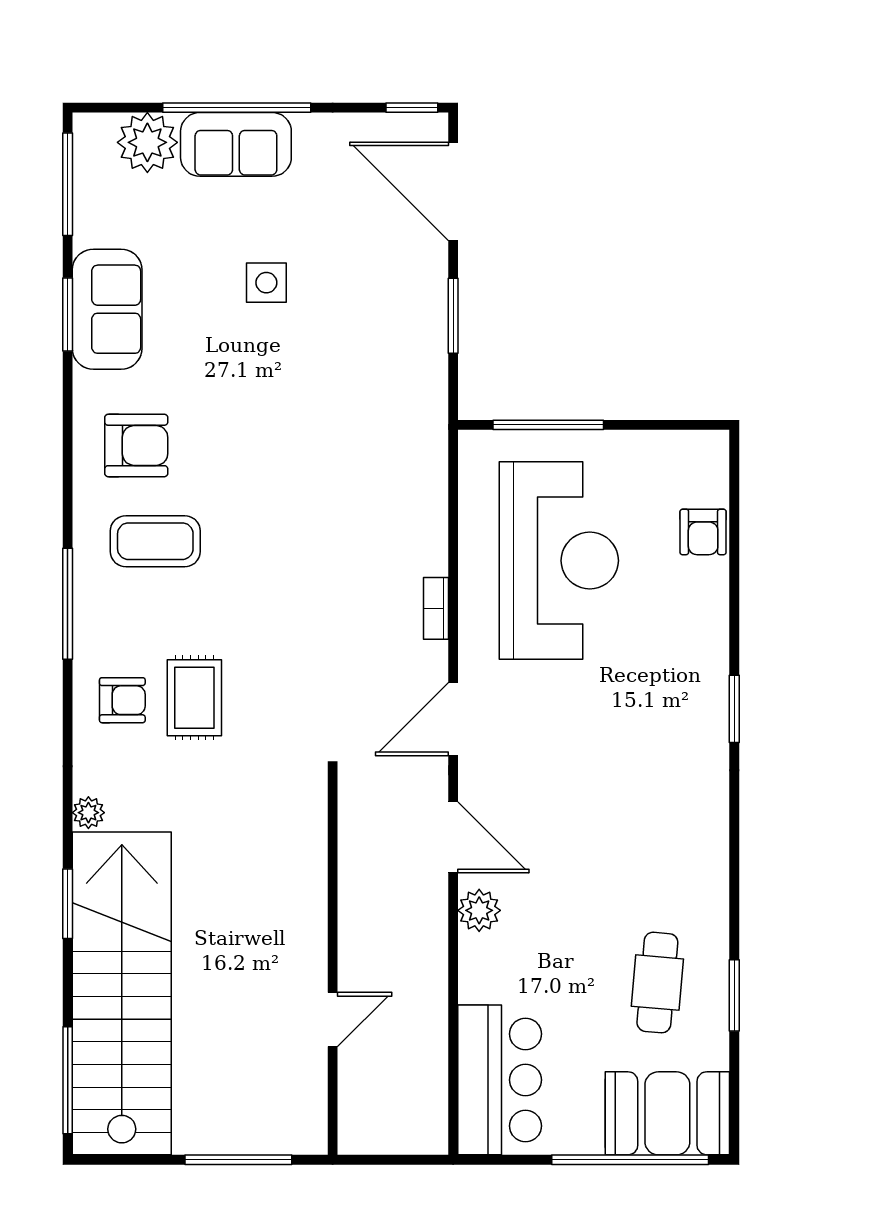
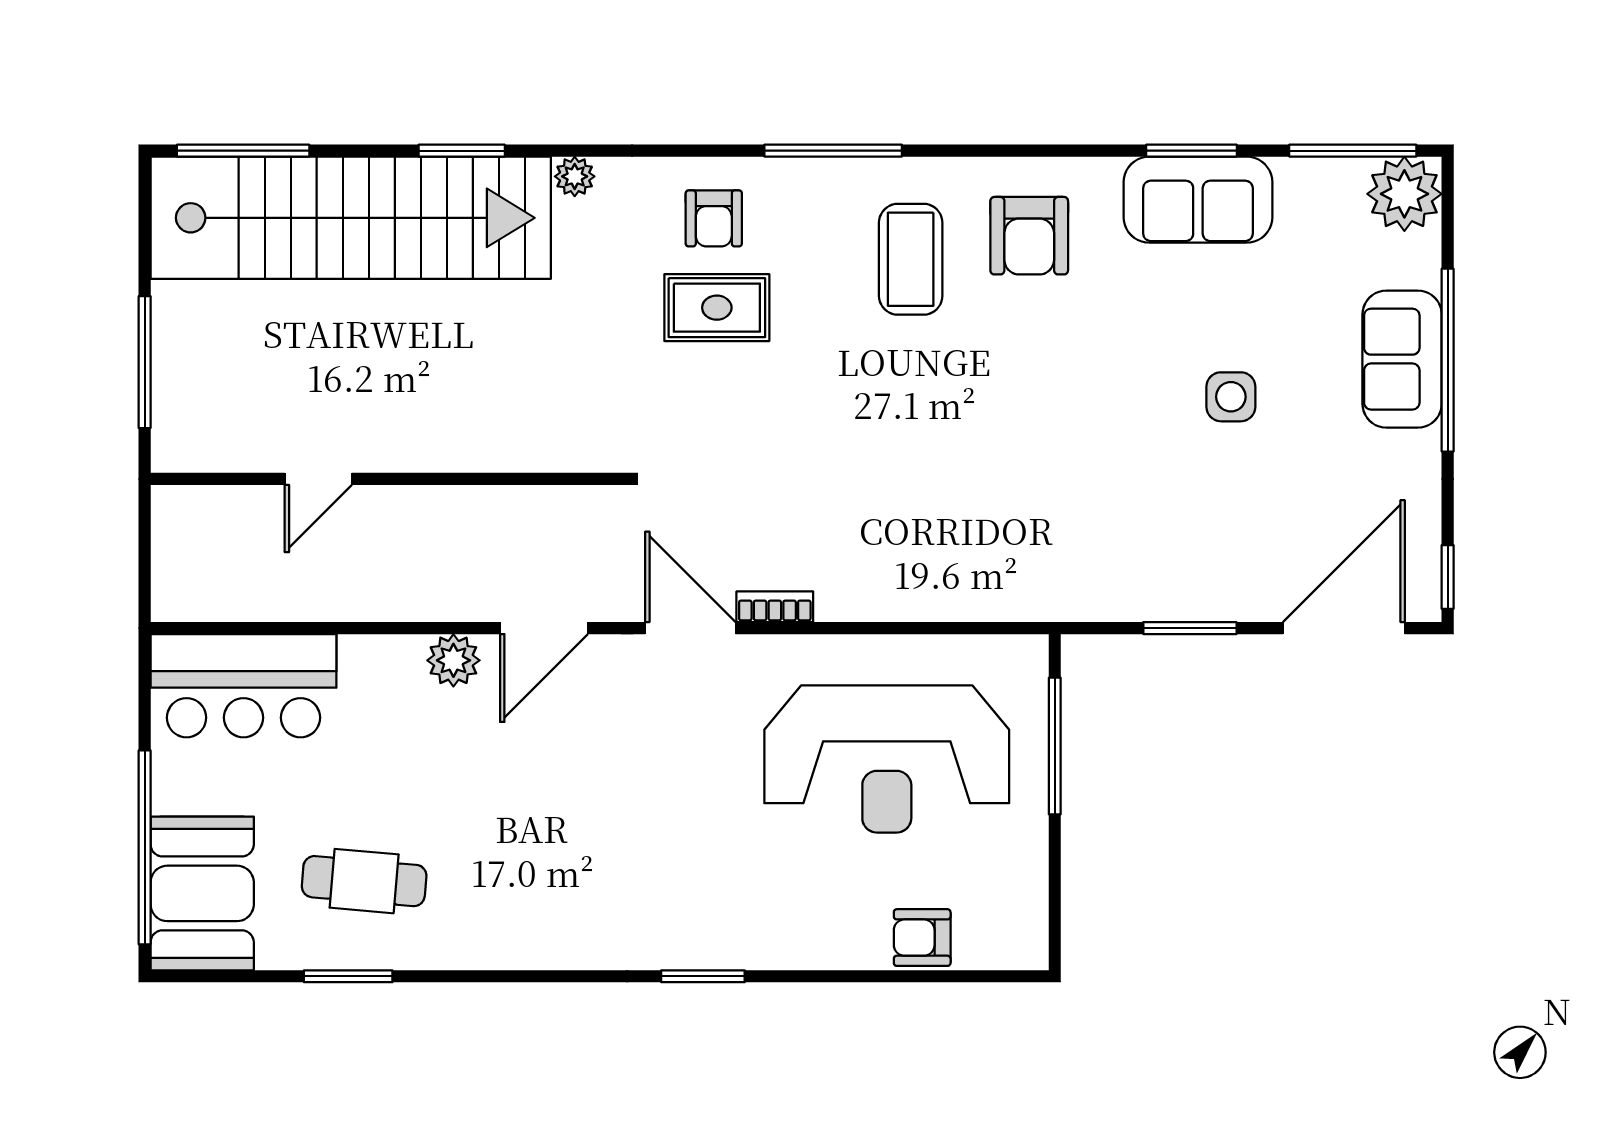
plant: (147, 142) -> (1404, 194), moved
bookcase: (436, 608) -> (775, 607), moved
door: (333, 1020) -> (318, 479), hinge flipped

